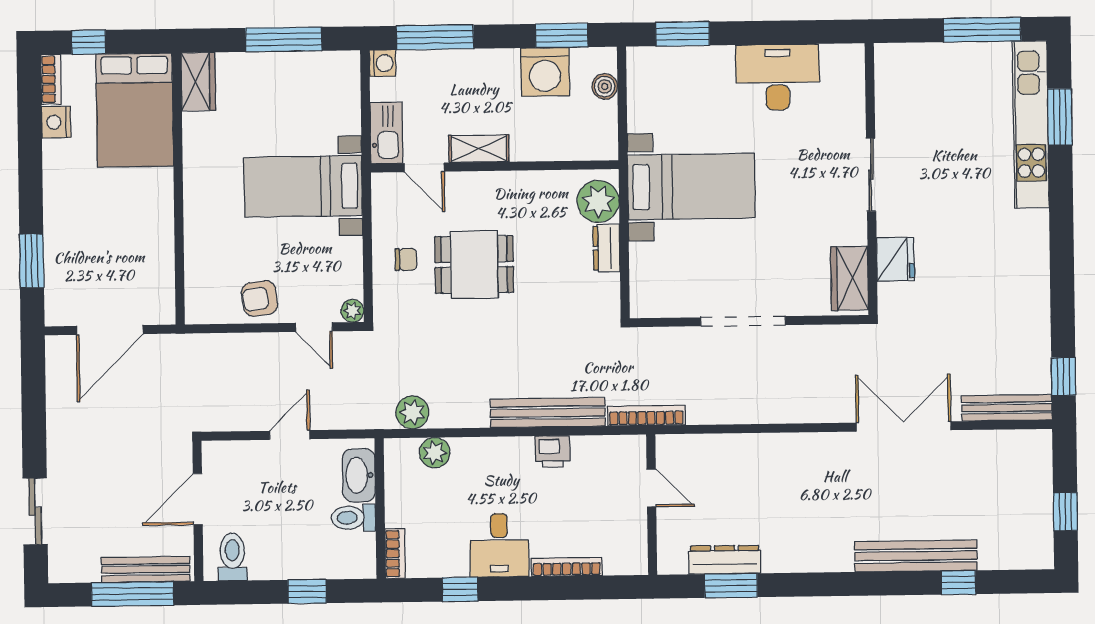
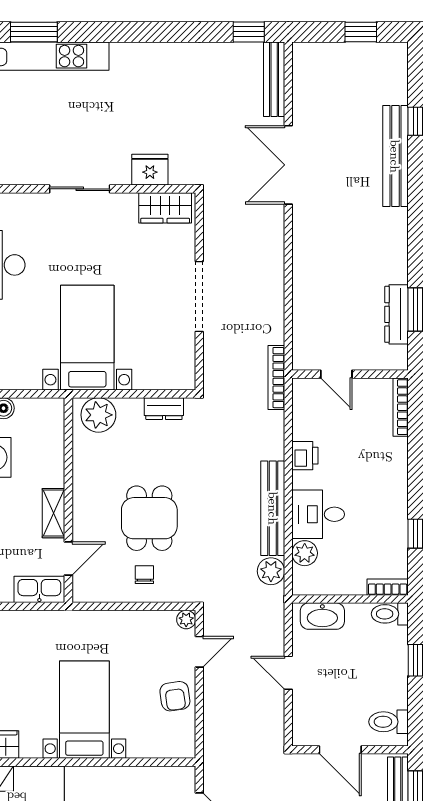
bed with nightstands: (303, 186) -> (84, 710), moved, turned 180
dresser: (606, 248) -> (164, 409), moved
bench: (548, 413) -> (273, 508), moved
door: (651, 488) -> (336, 374), swing flipped
toilet: (353, 518) -> (390, 614), moved, turned 90
desk: (499, 545) -> (318, 514), moved, turned 180
bookcase: (567, 567) -> (401, 407), moved

